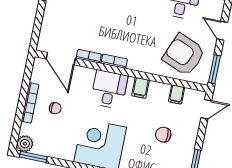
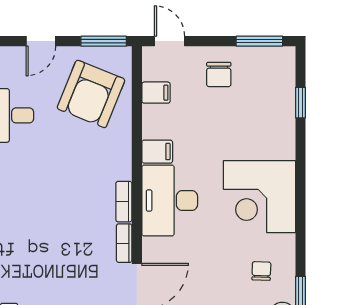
desk: (109, 89) -> (170, 201), width x1.37
chair: (55, 108) -> (261, 271), moved
chair: (163, 135) -> (219, 74), moved

